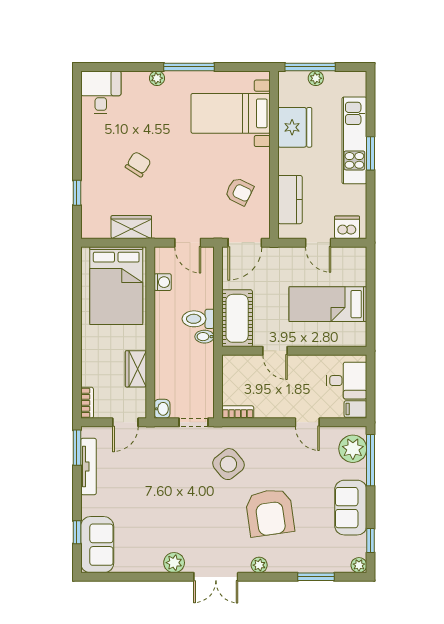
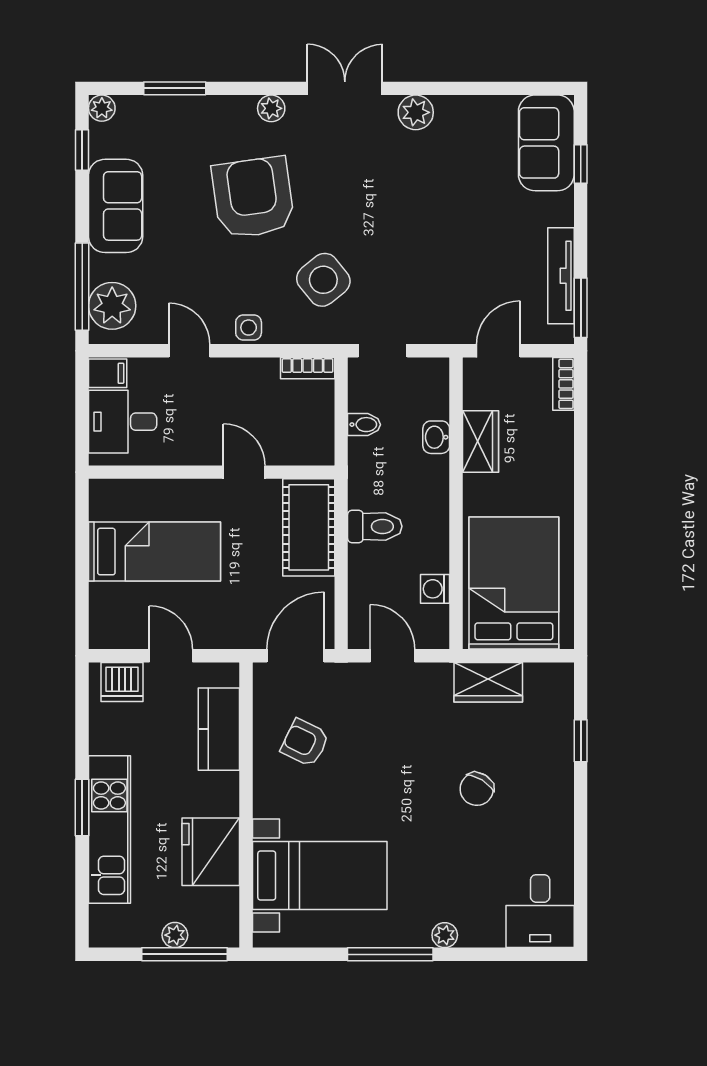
bidet: (204, 337) -> (364, 425), moved
washbasin: (162, 409) -> (436, 437), moved
side table: (272, 436) -> (249, 328), added

